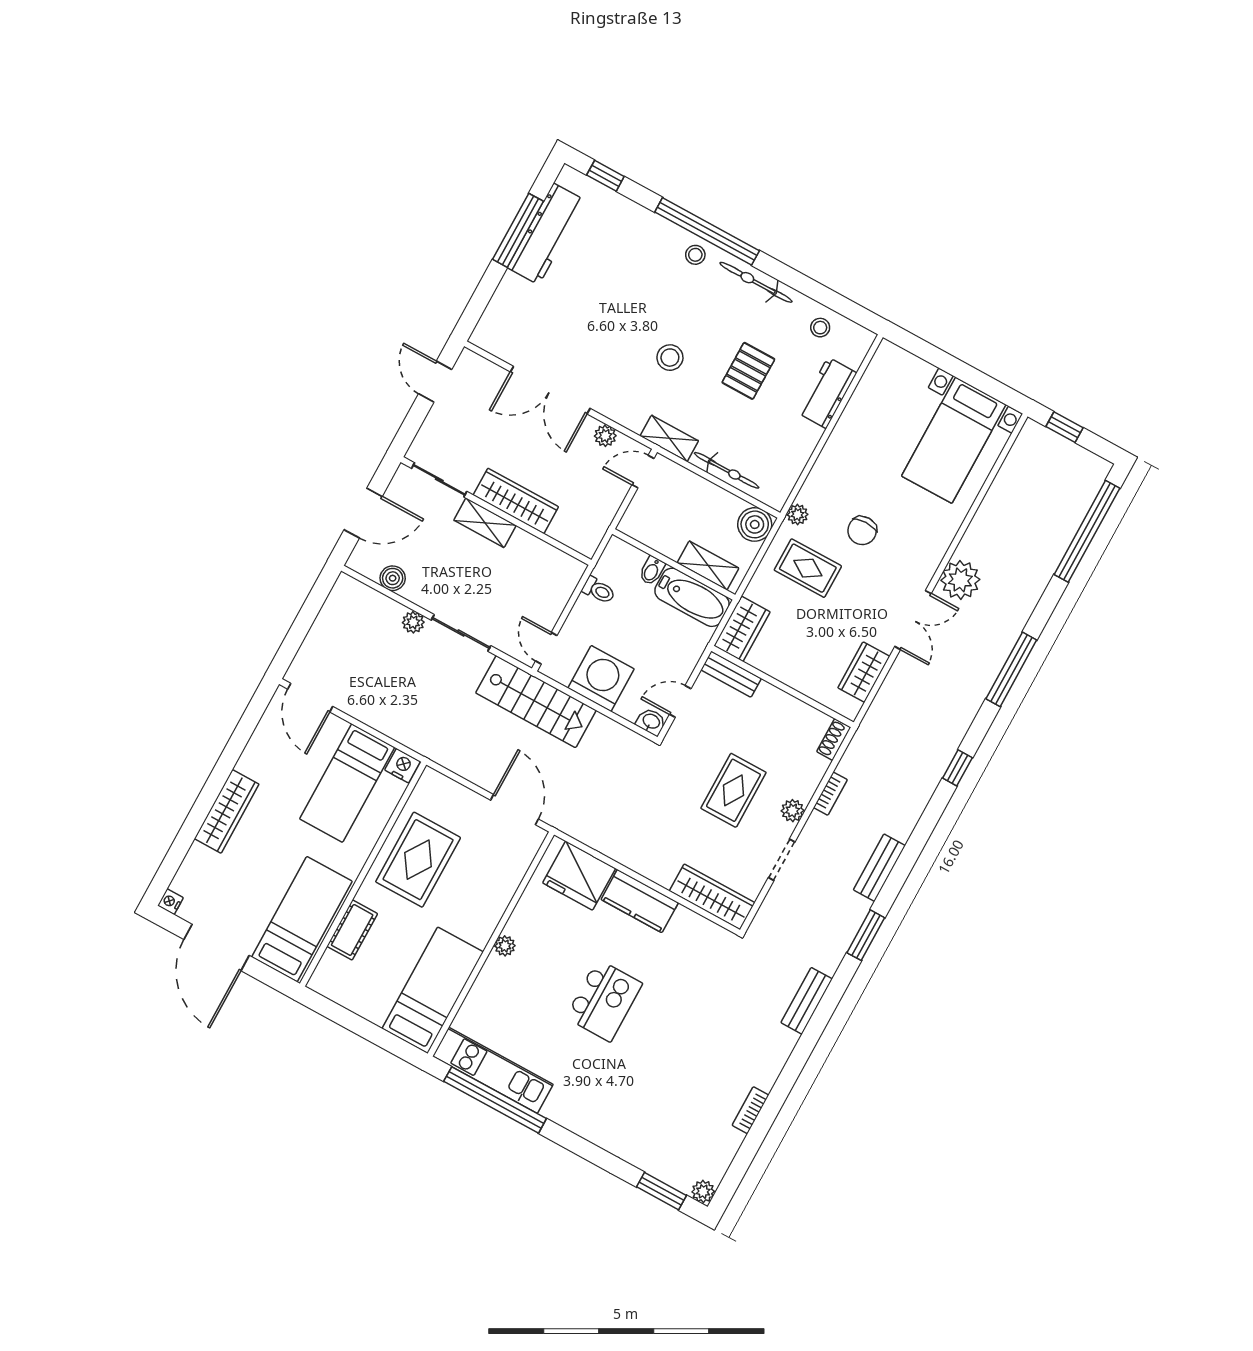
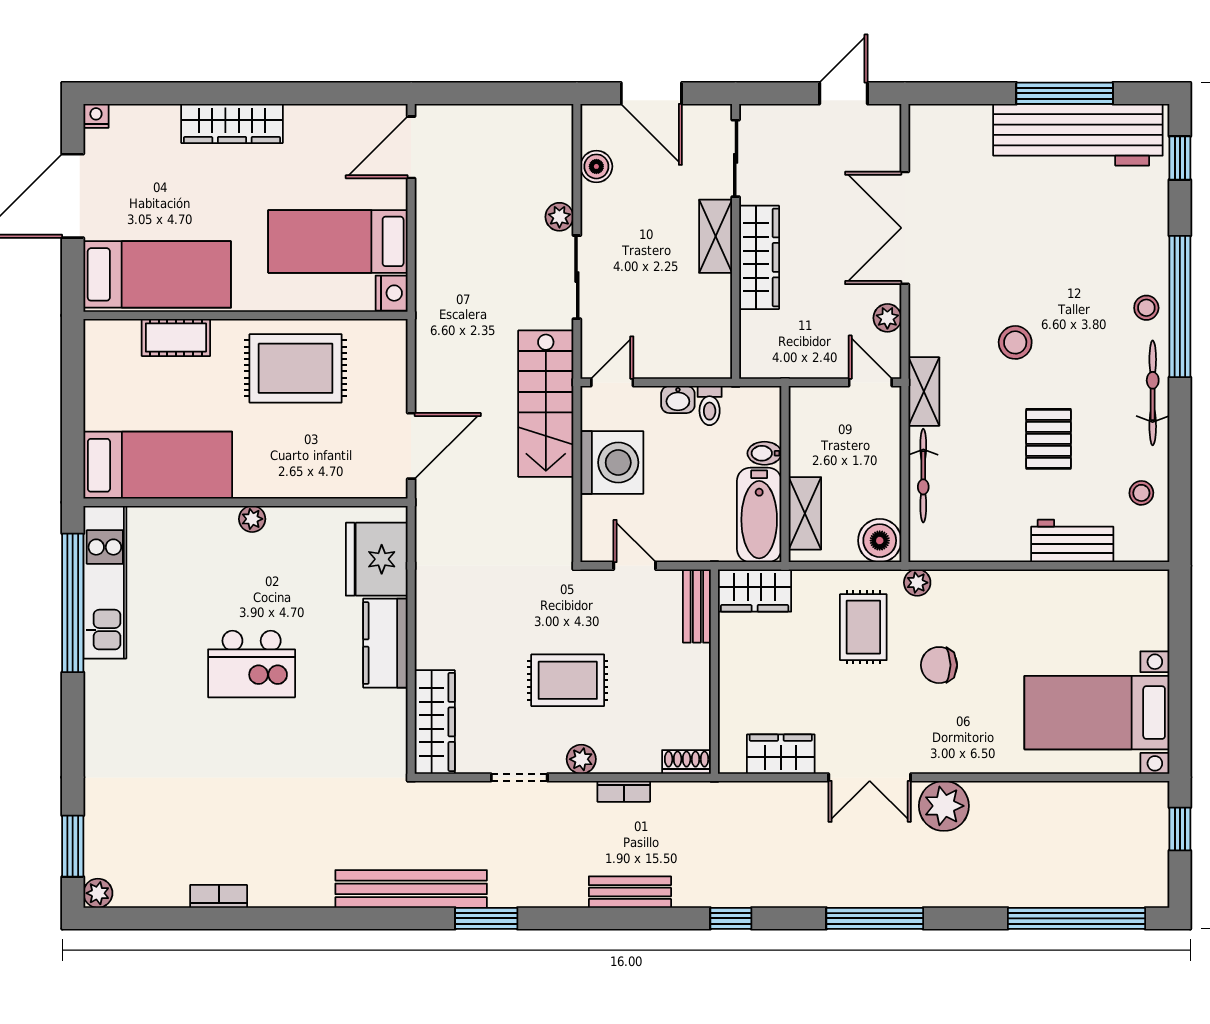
workbench: (546, 234) -> (1078, 135), width x1.36, depth x1.32
pallet: (748, 371) -> (1049, 439), turned 90
washbasin: (651, 722) -> (678, 399), moved, turned 90
bench: (879, 868) -> (630, 892), moved
bench: (807, 1001) -> (411, 889), width x1.86, depth x1.21

